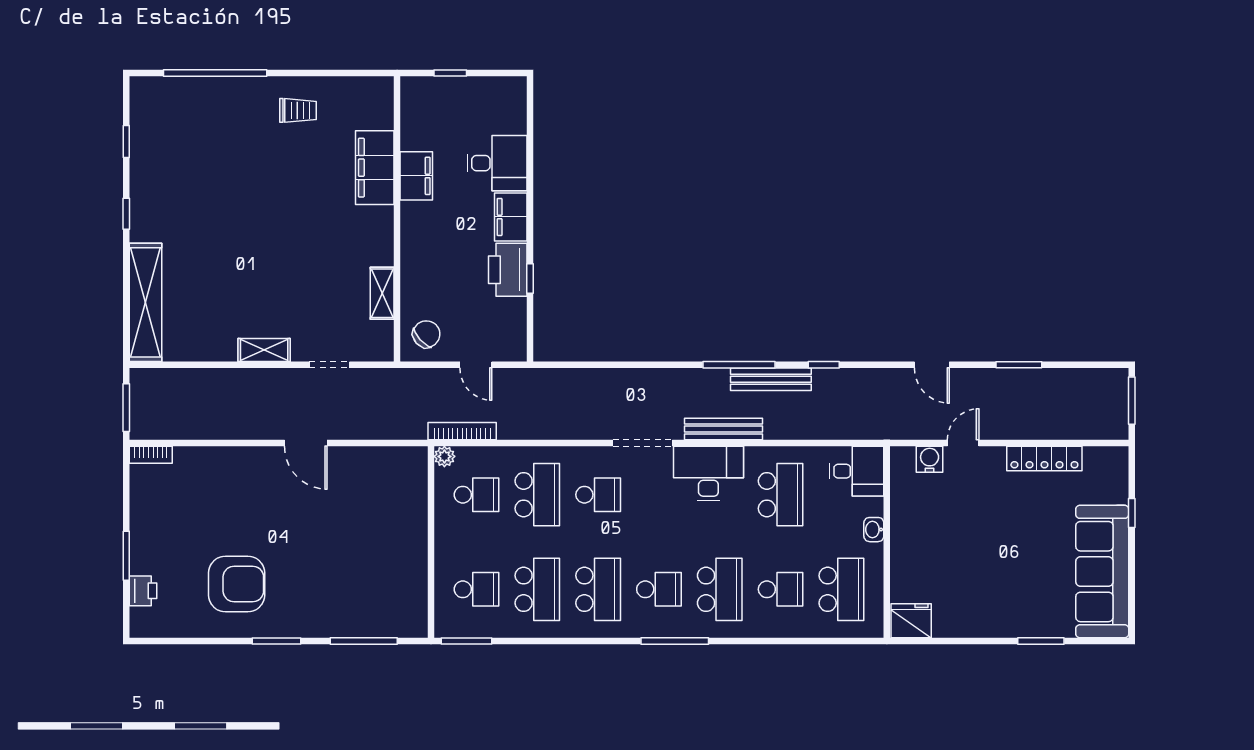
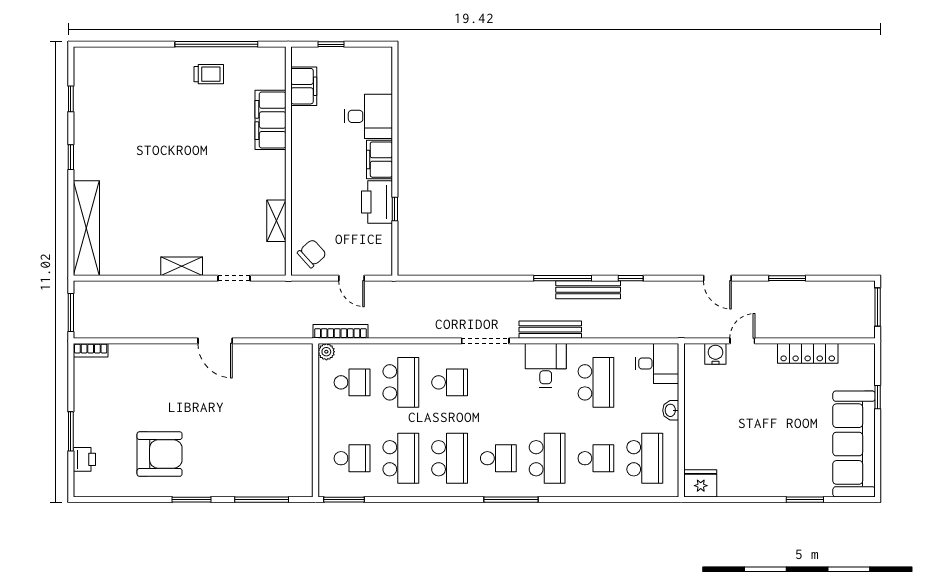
window: (215, 73) -> (216, 44), moved
filing cabinet: (416, 176) -> (304, 86), moved
desk: (708, 473) -> (546, 365), width x0.73

